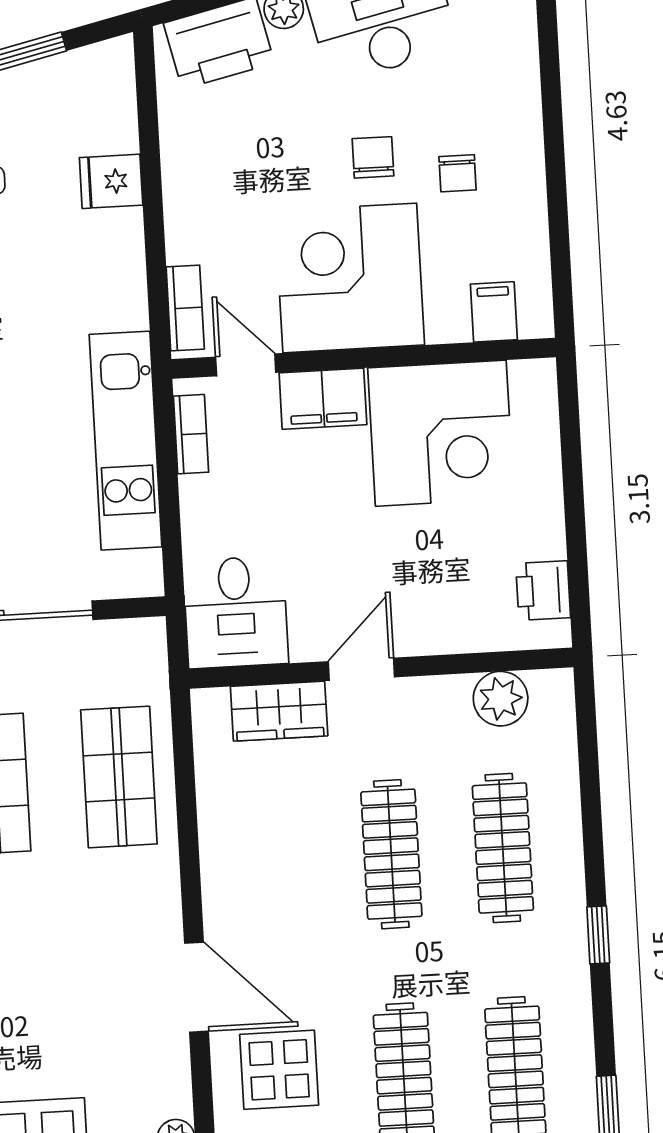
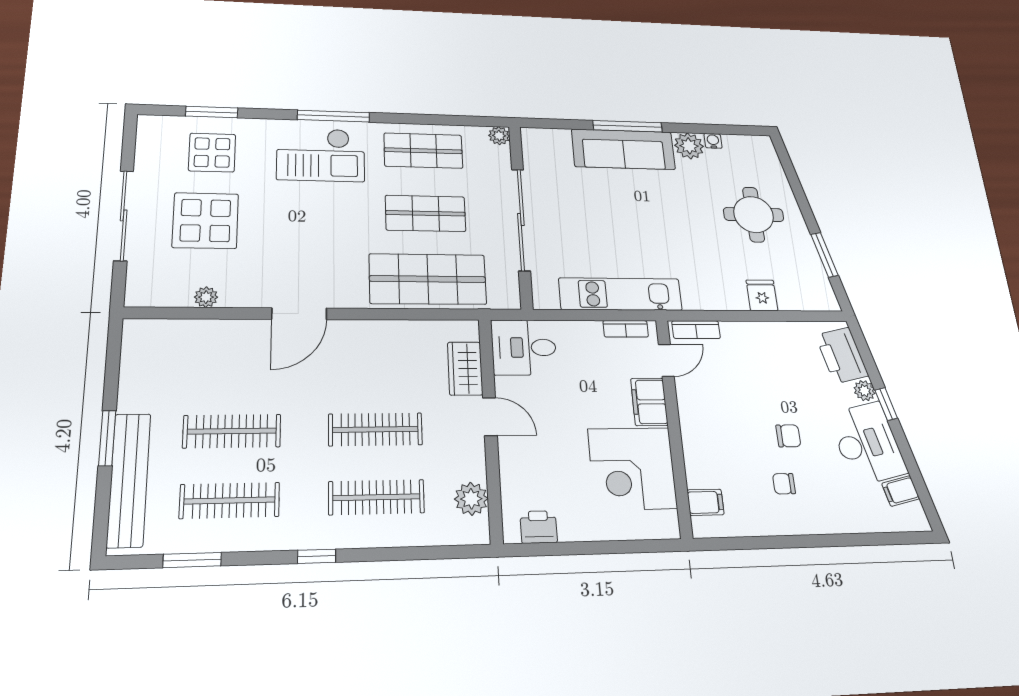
corner desk: (350, 278) -> (719, 420), removed
shop shelf: (119, 777) -> (428, 279), width x1.43, depth x1.36
display table: (279, 1070) -> (244, 358), removed

